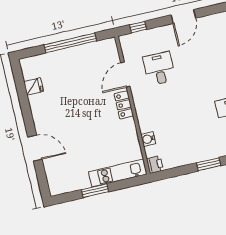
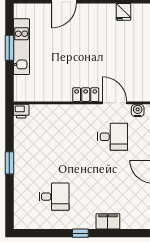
water cooler: (148, 139) -> (138, 110), moved
kitchen unit: (118, 173) -> (21, 47), moved

